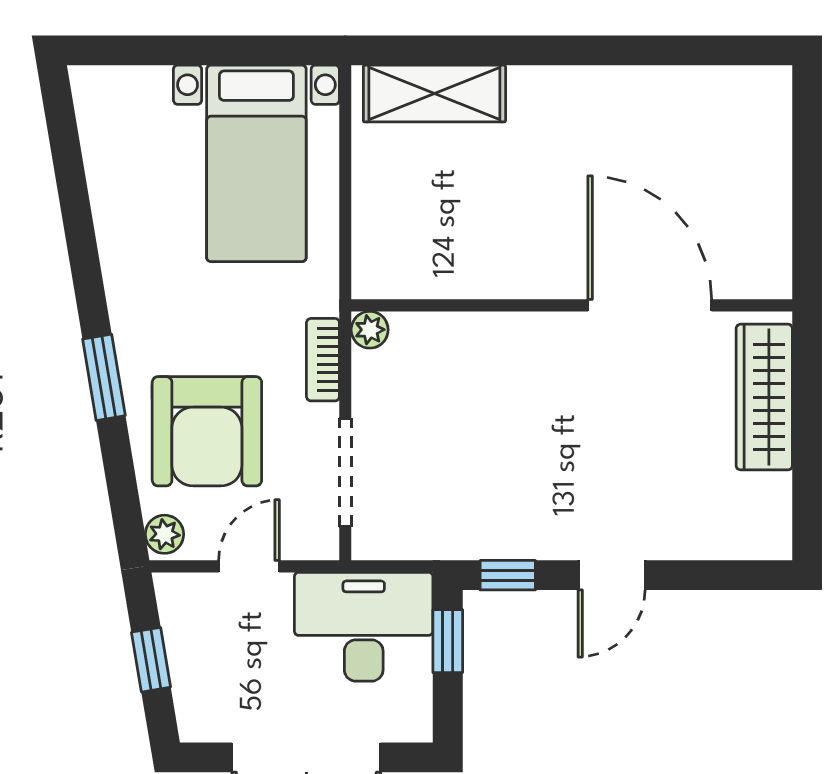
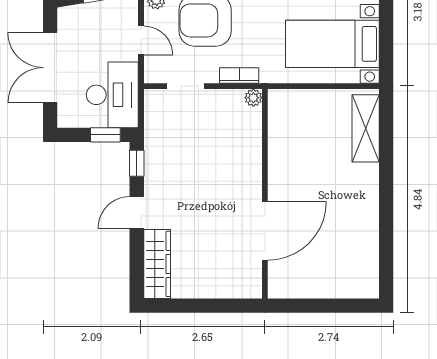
wardrobe: (764, 397) -> (157, 264), moved, turned 90
doorway: (345, 472) -> (186, 86), width x0.73
door: (612, 575) -> (137, 213), hinge flipped

